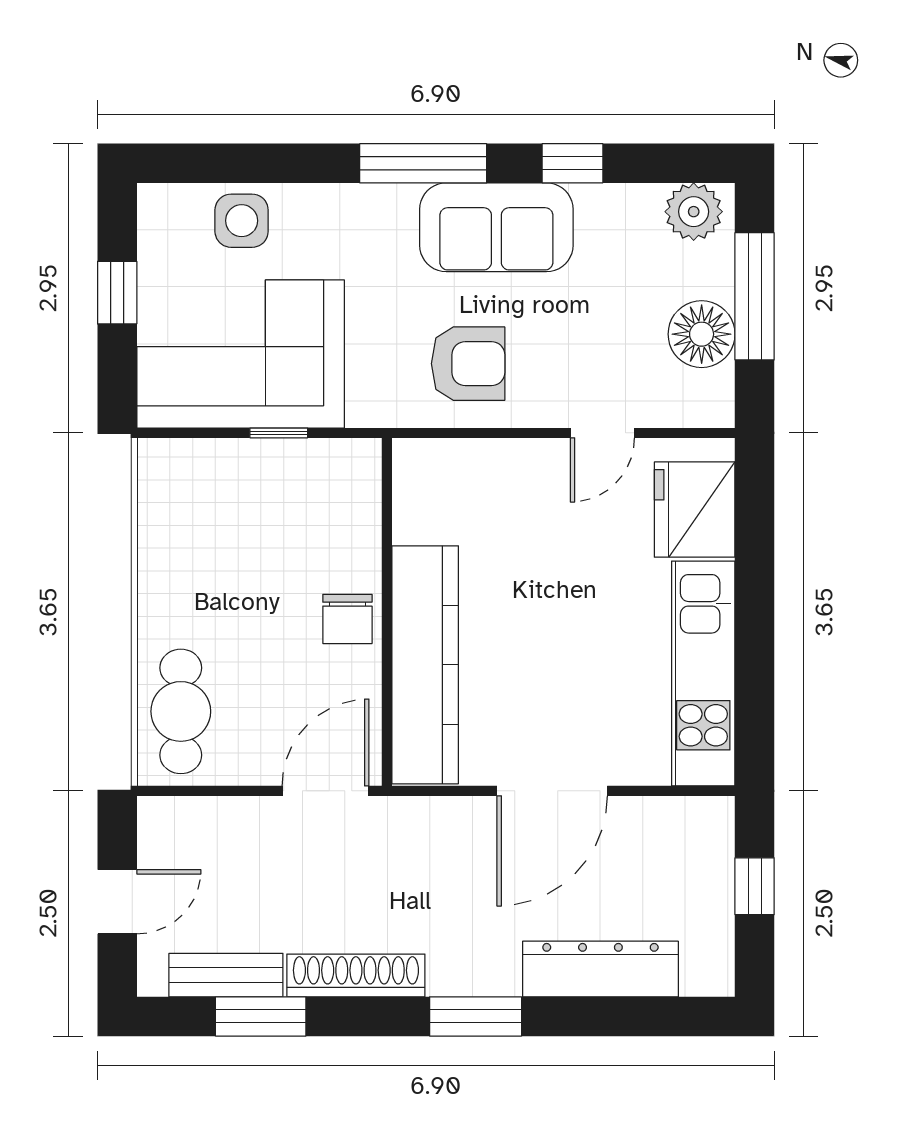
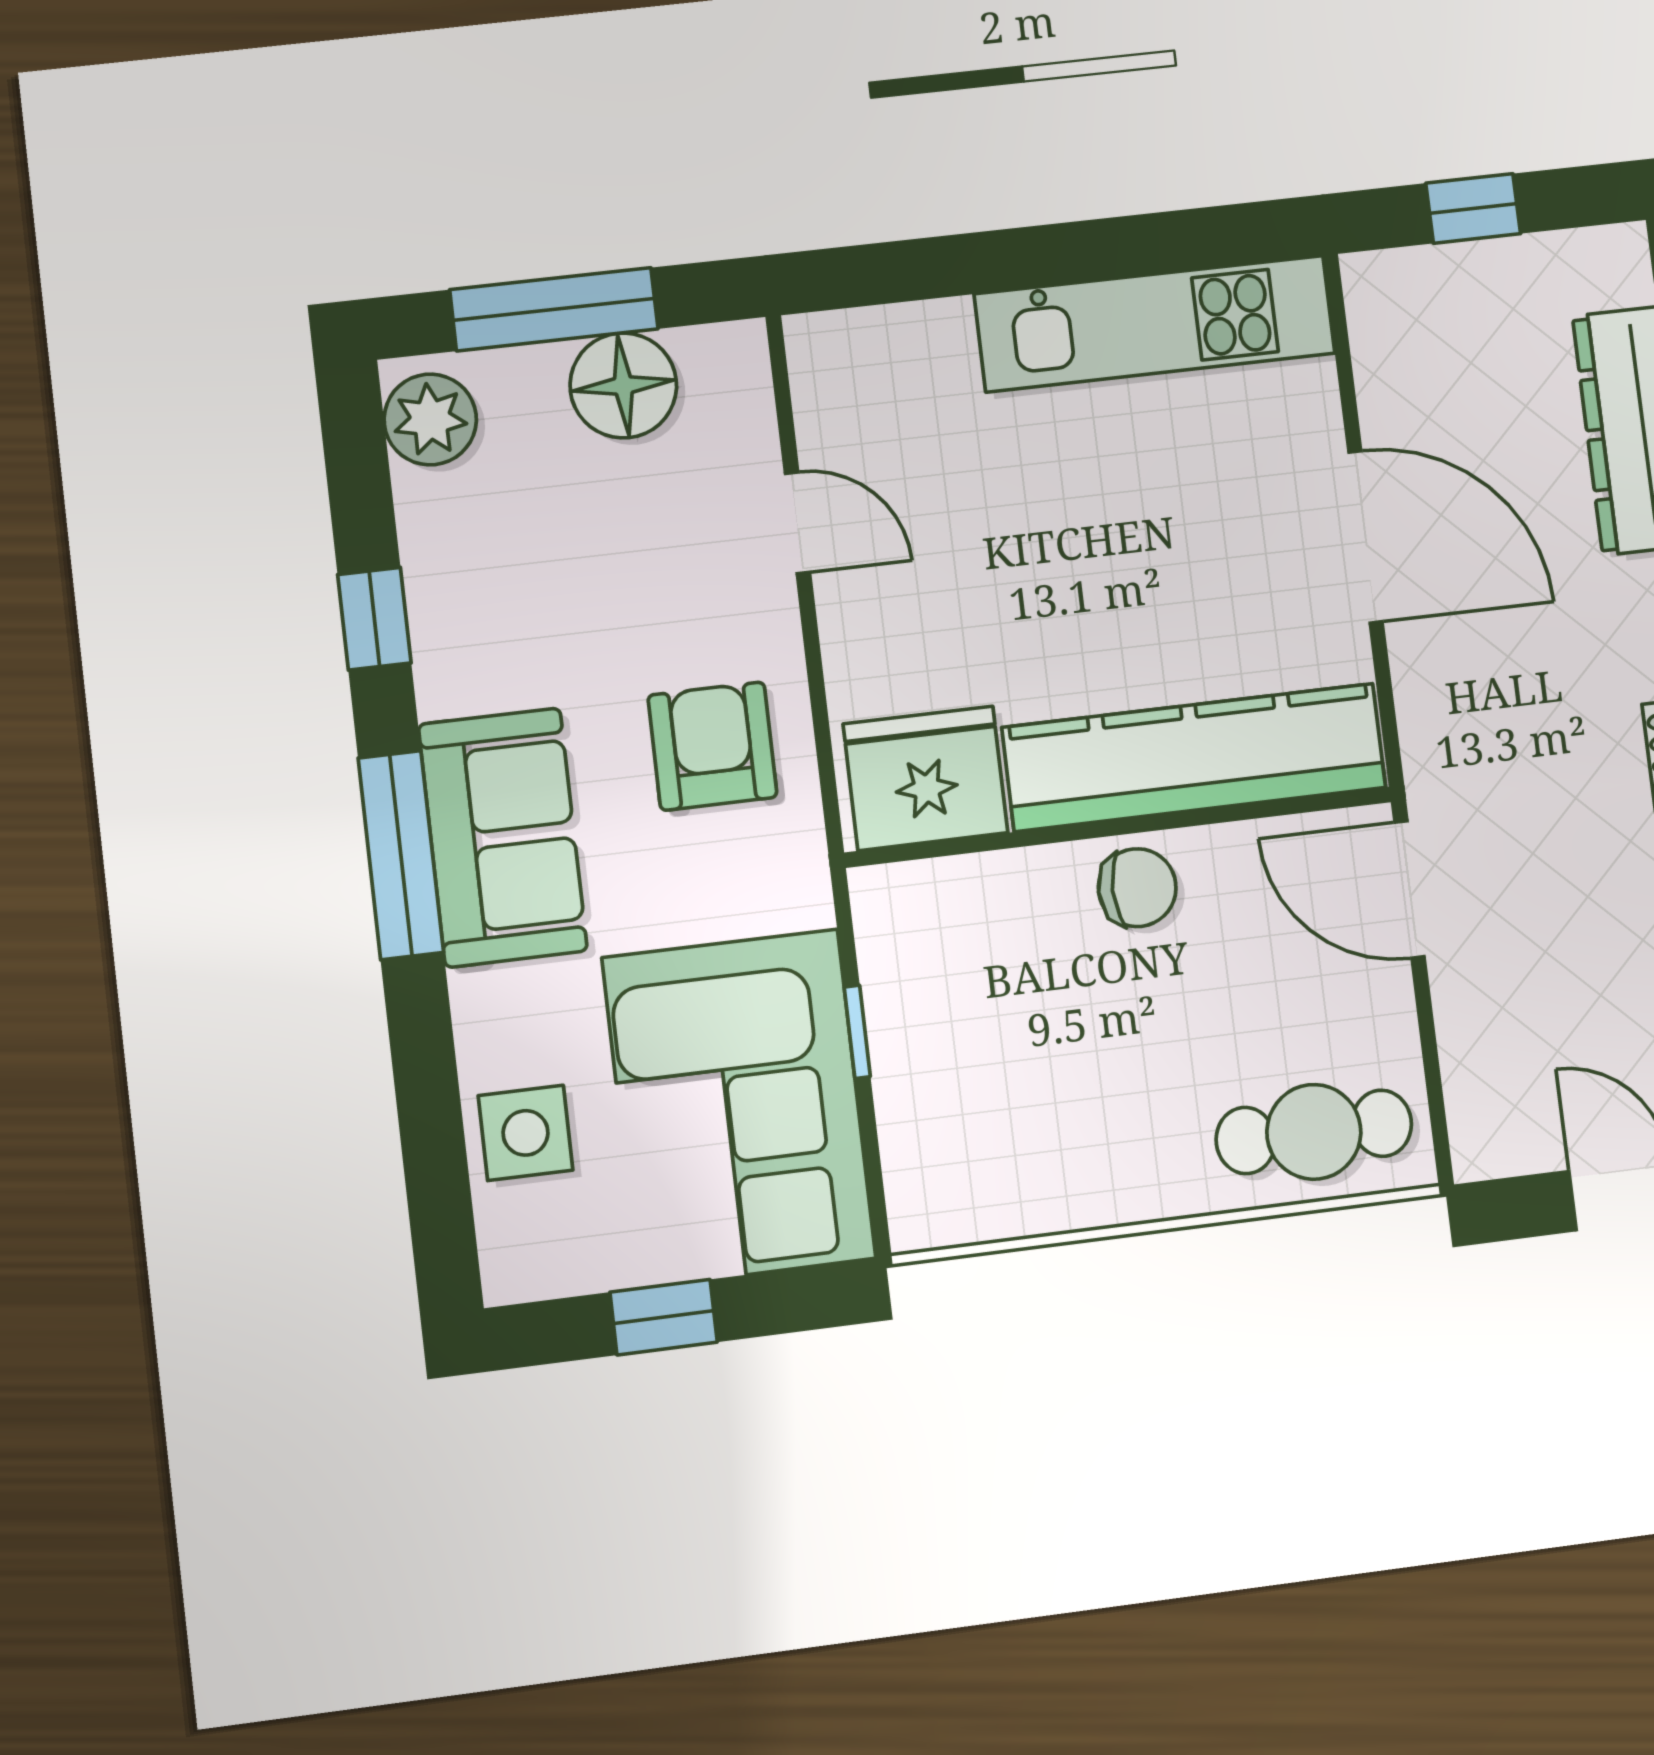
sofa: (496, 227) -> (503, 838), moved
fridge: (695, 510) -> (925, 778), moved, turned 180

